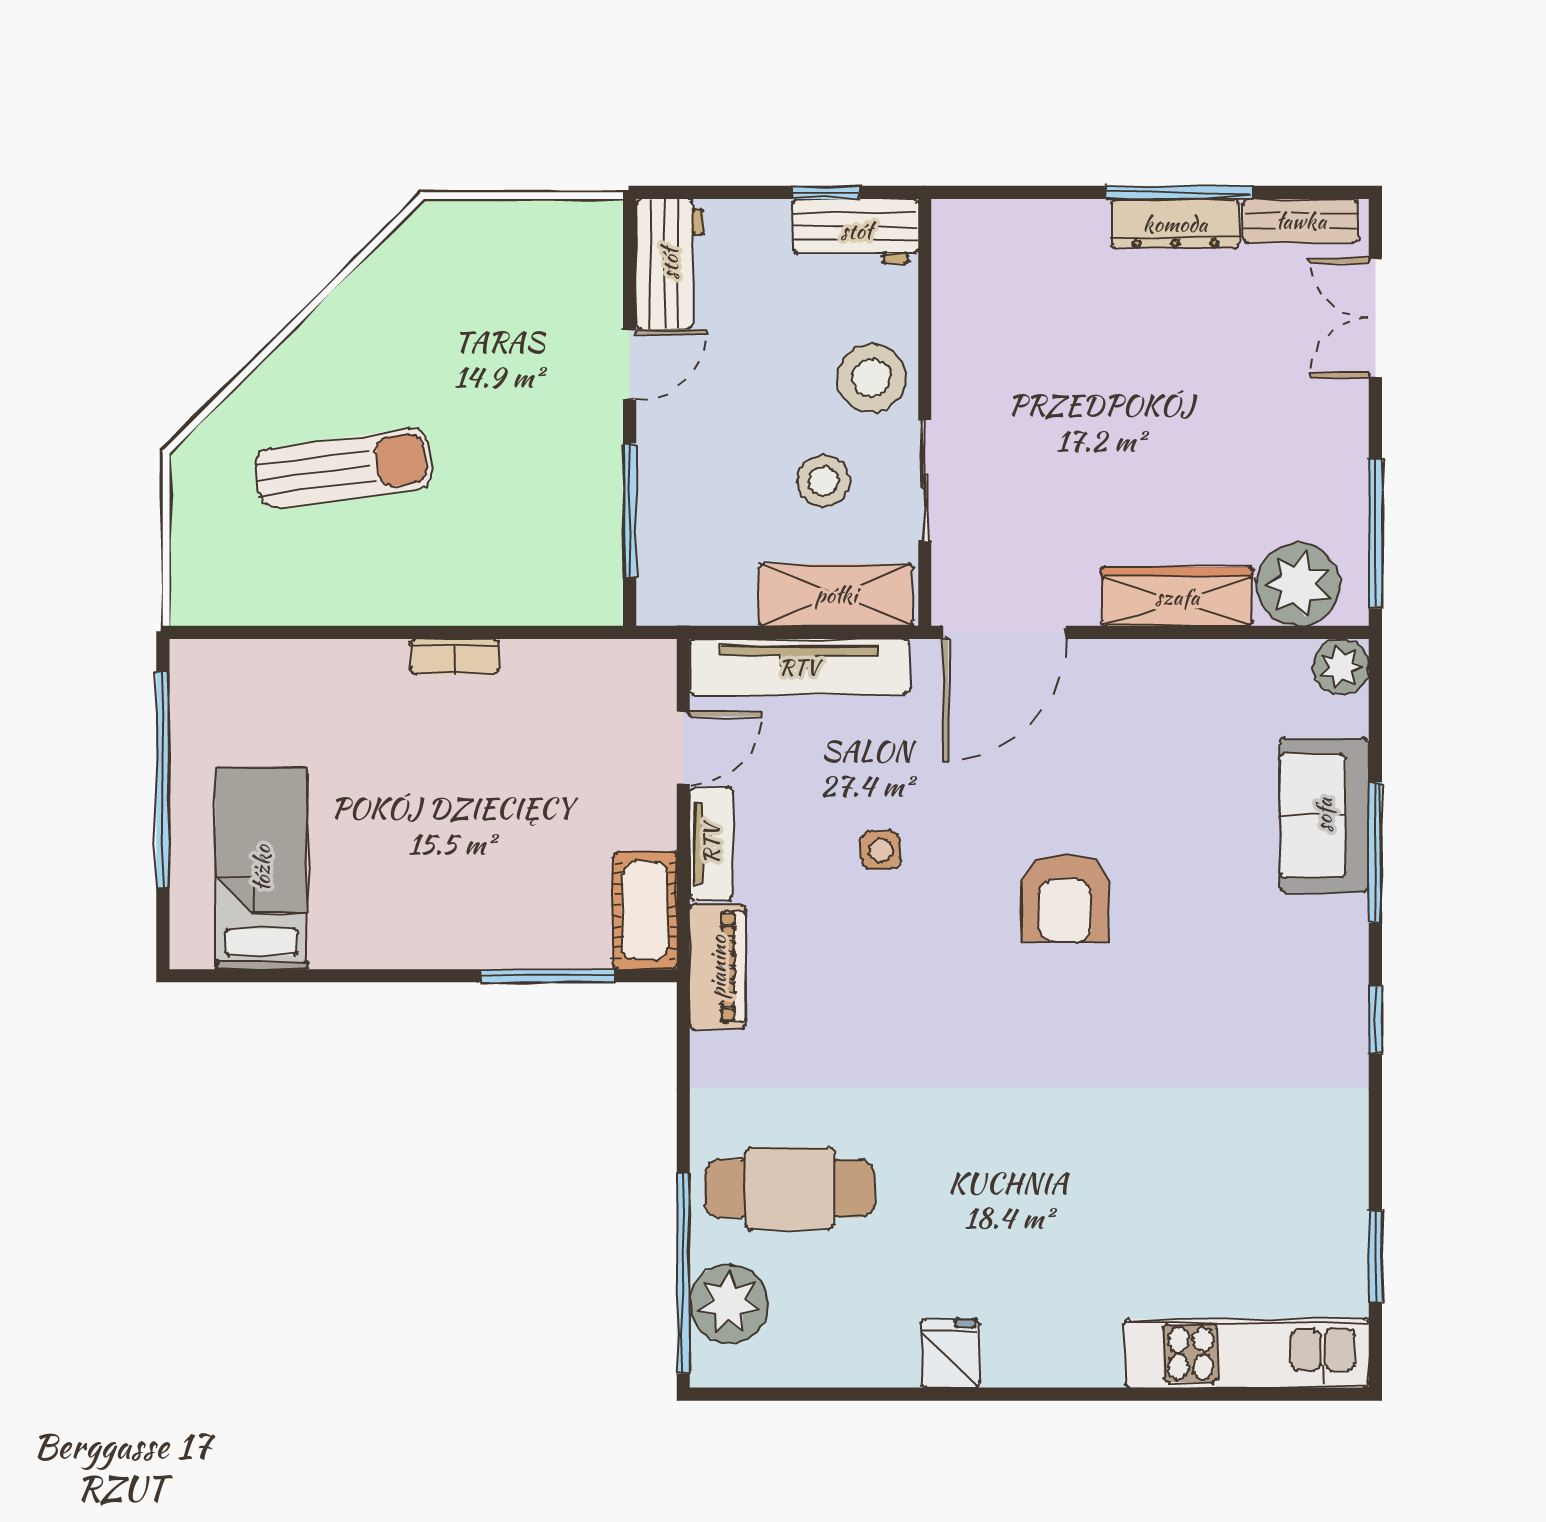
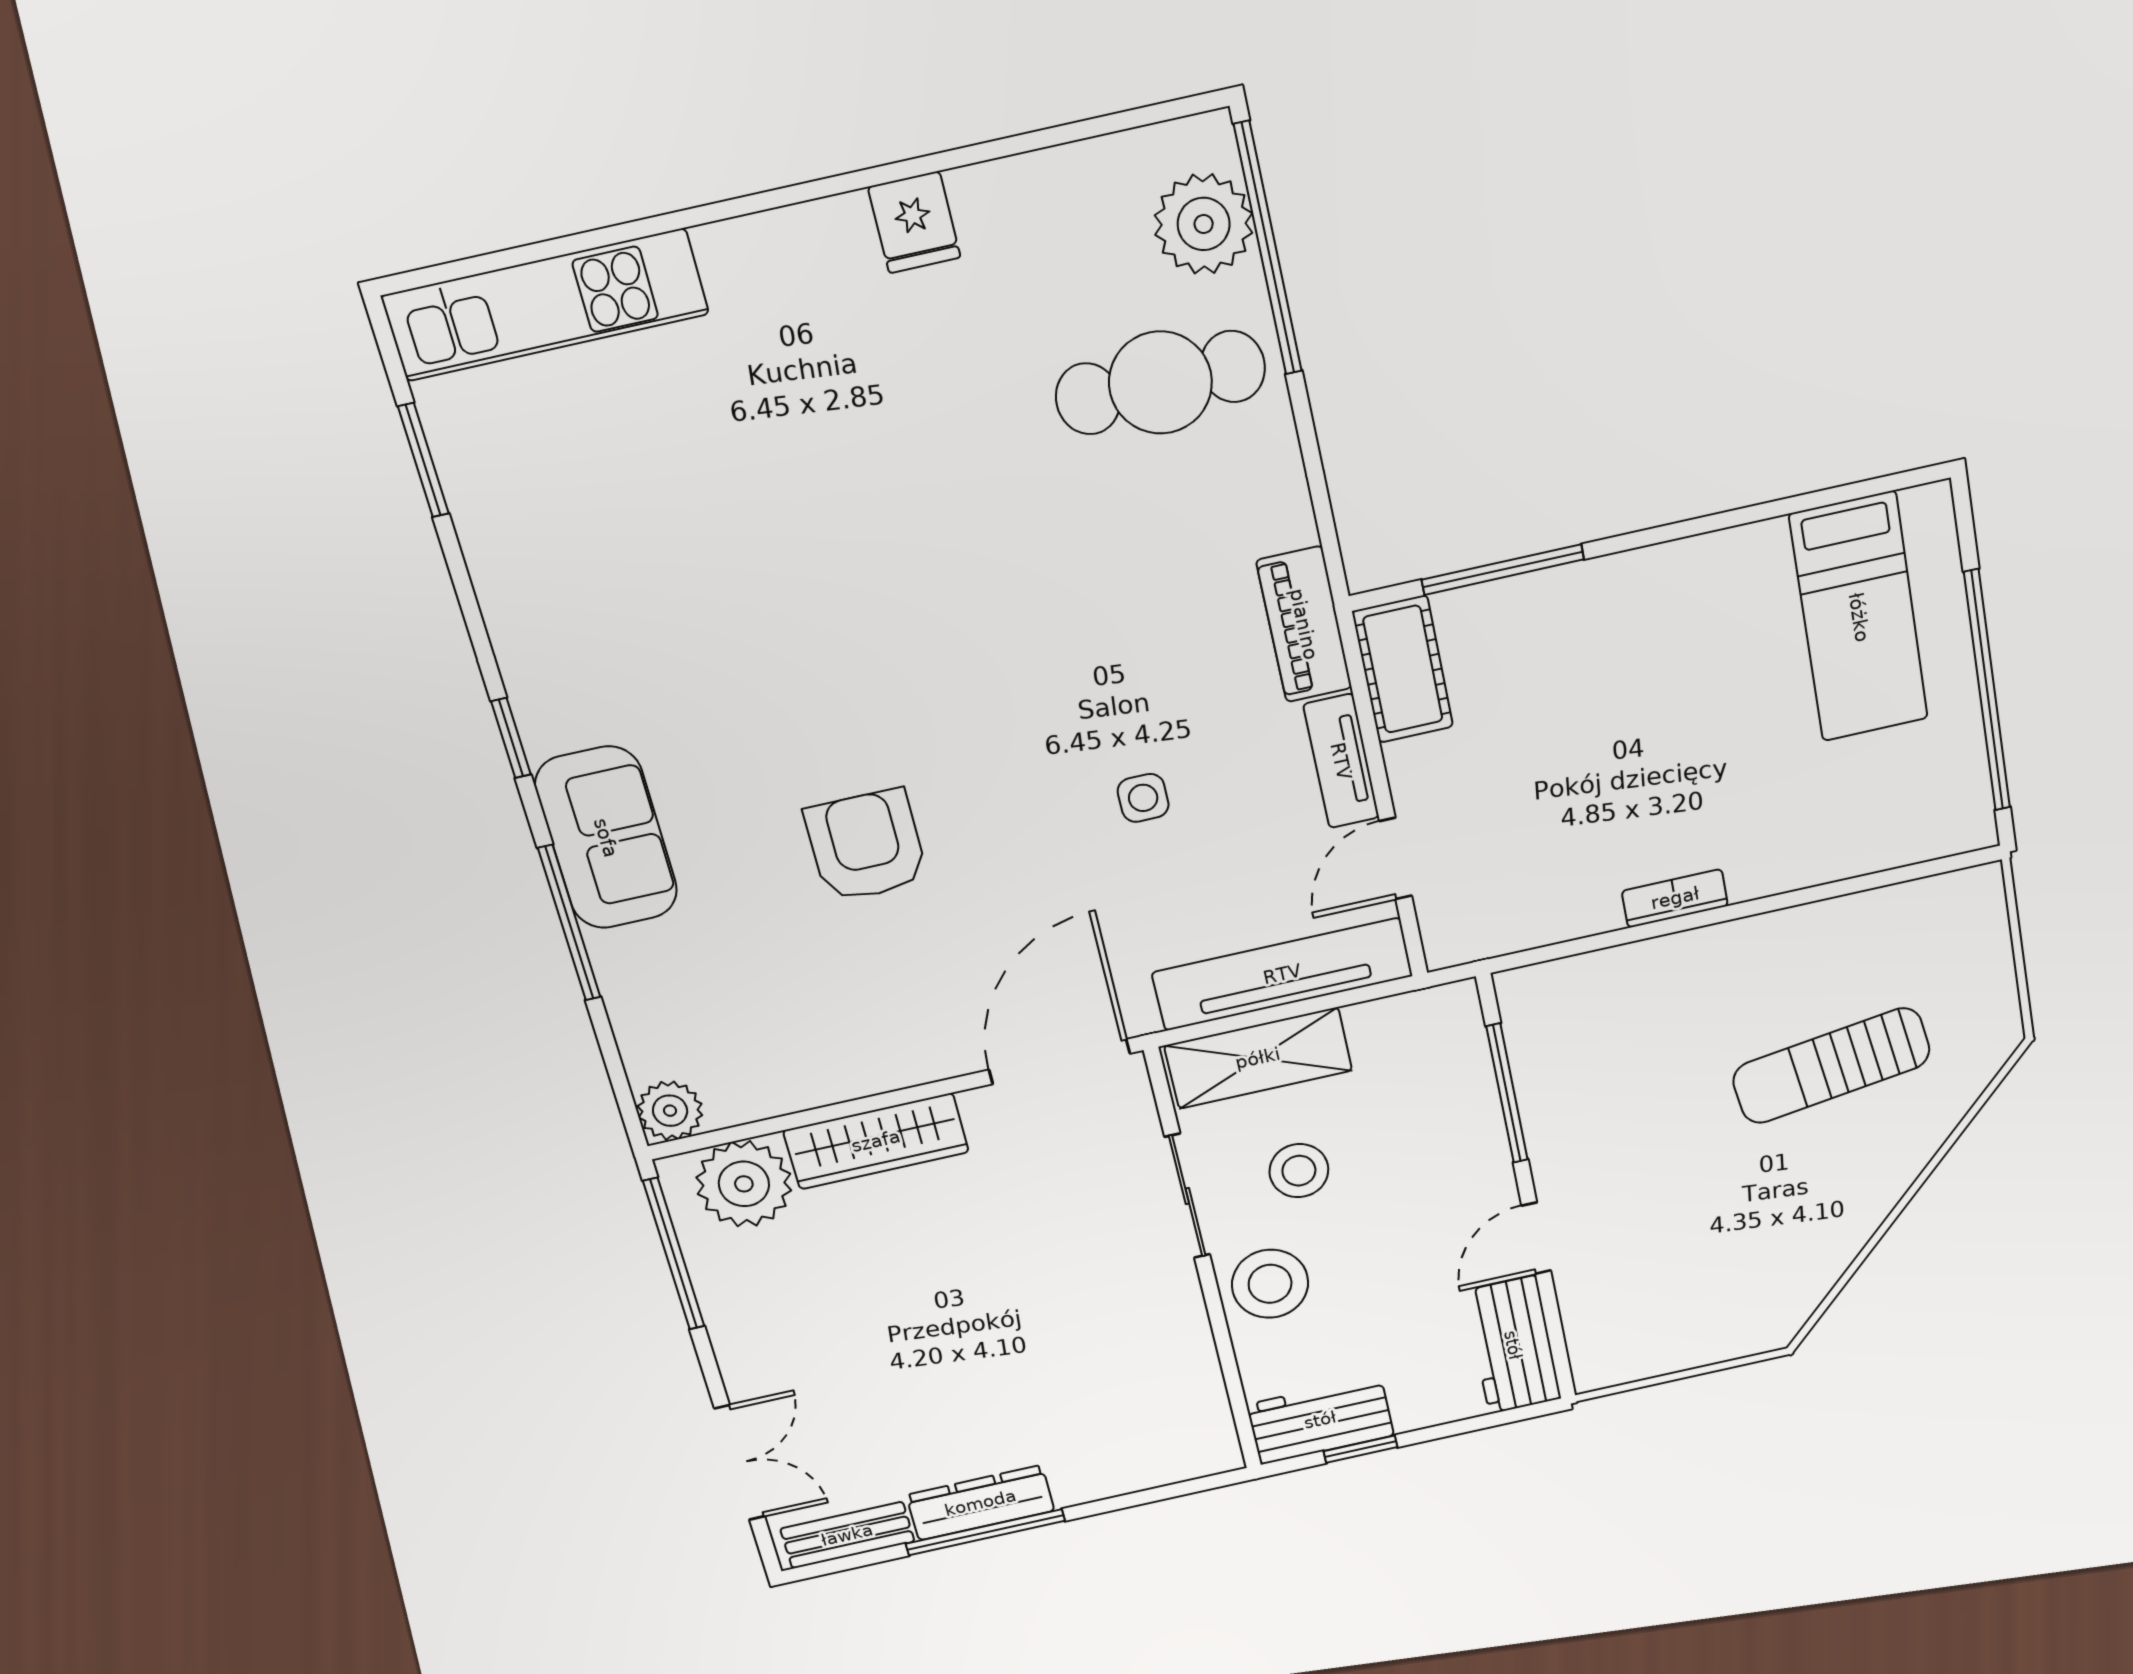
sofa: (1324, 815) -> (606, 838), moved
armchair: (1065, 898) -> (866, 846), moved

